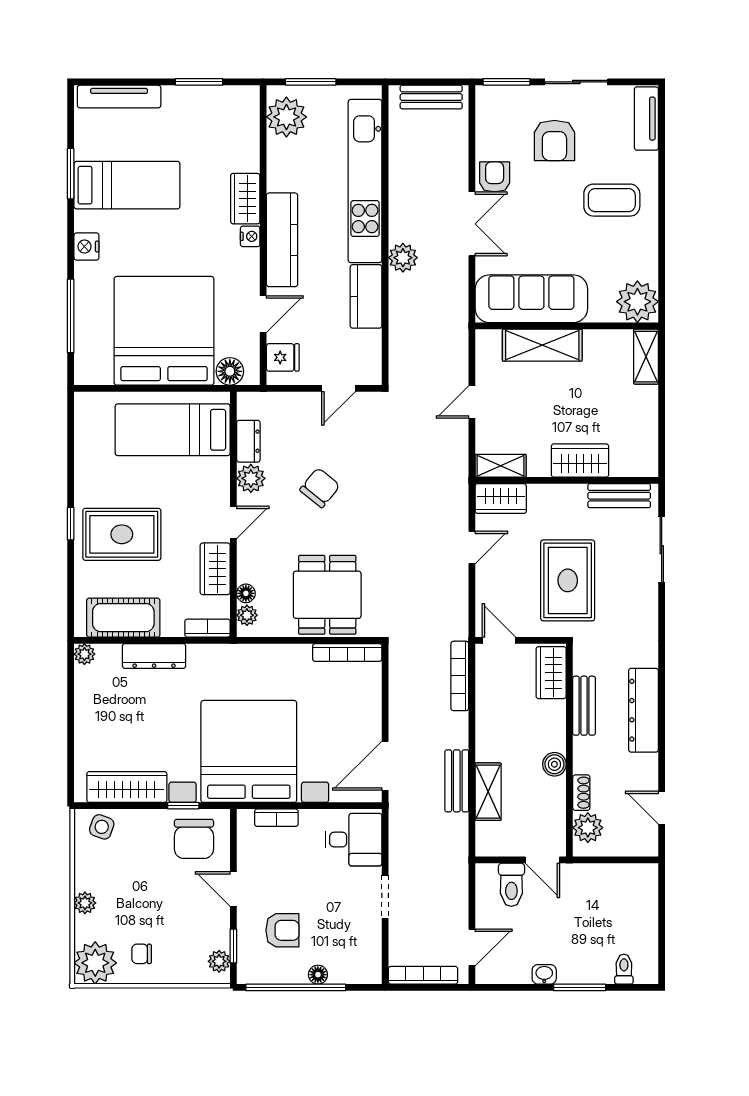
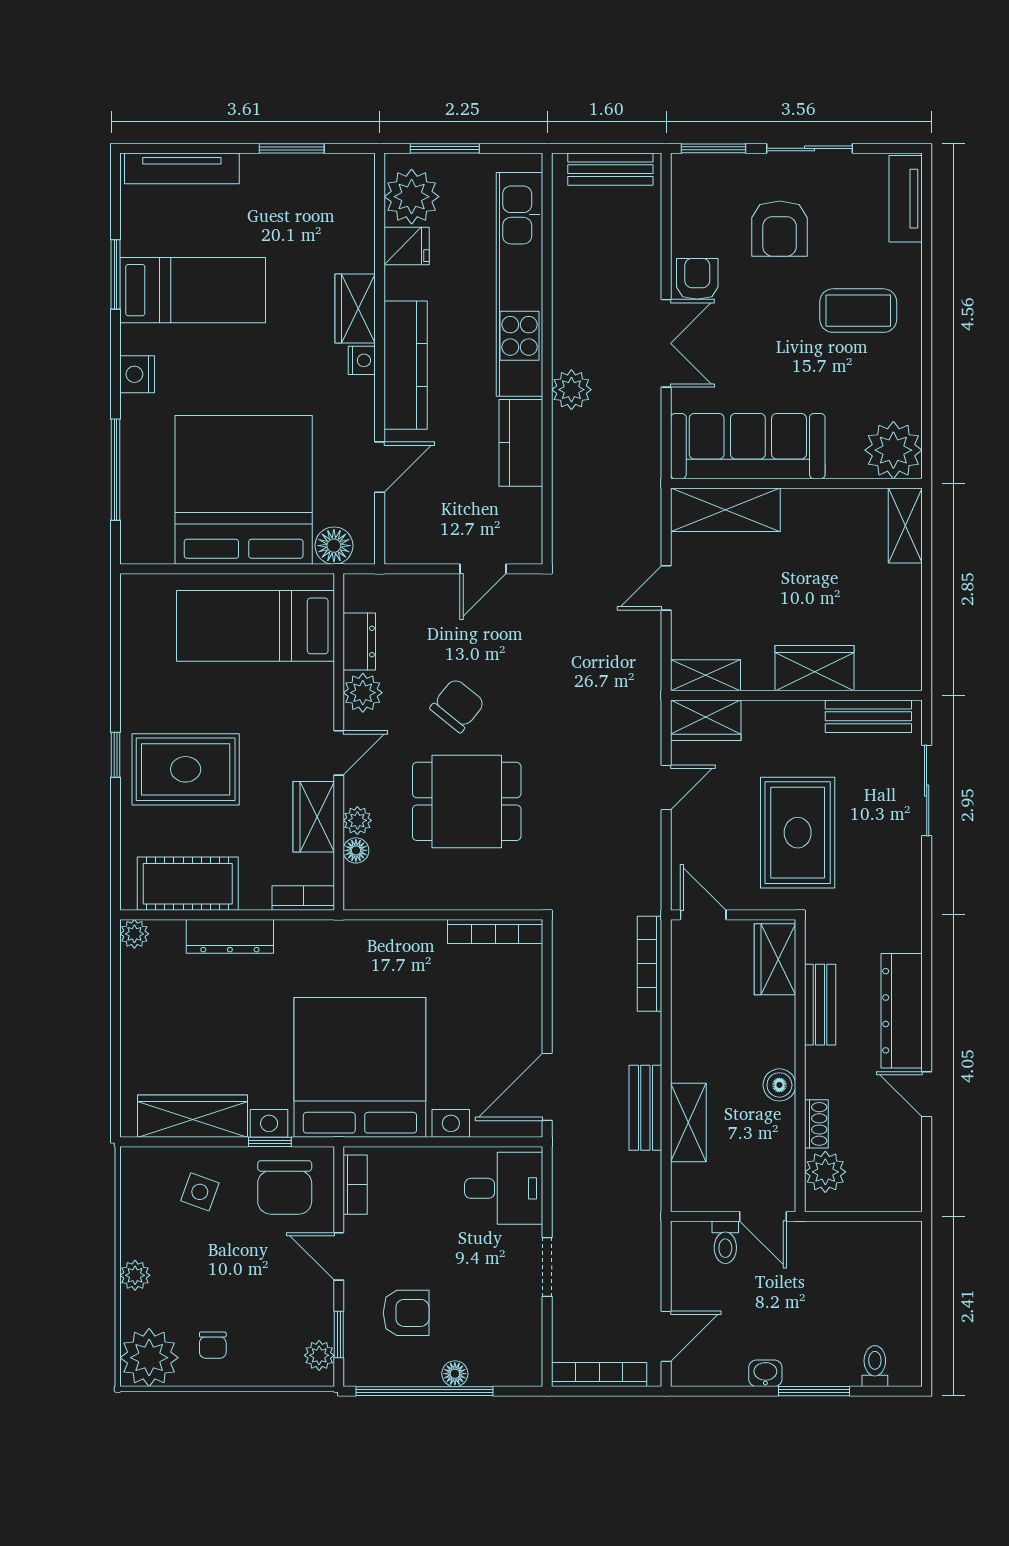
shelving: (542, 345) -> (725, 510), moved
fridge: (283, 357) -> (407, 246), moved
dining table: (327, 595) -> (467, 801), moved, turned 90
plant: (247, 615) -> (357, 820), moved
door: (662, 808) -> (927, 1094), moved
bookcase: (276, 818) -> (355, 1185), moved, turned -90
side table: (102, 827) -> (200, 1192), moved
toilet: (511, 885) -> (725, 1242), width x0.73, depth x0.72
chair: (142, 954) -> (213, 1345), turned -90

